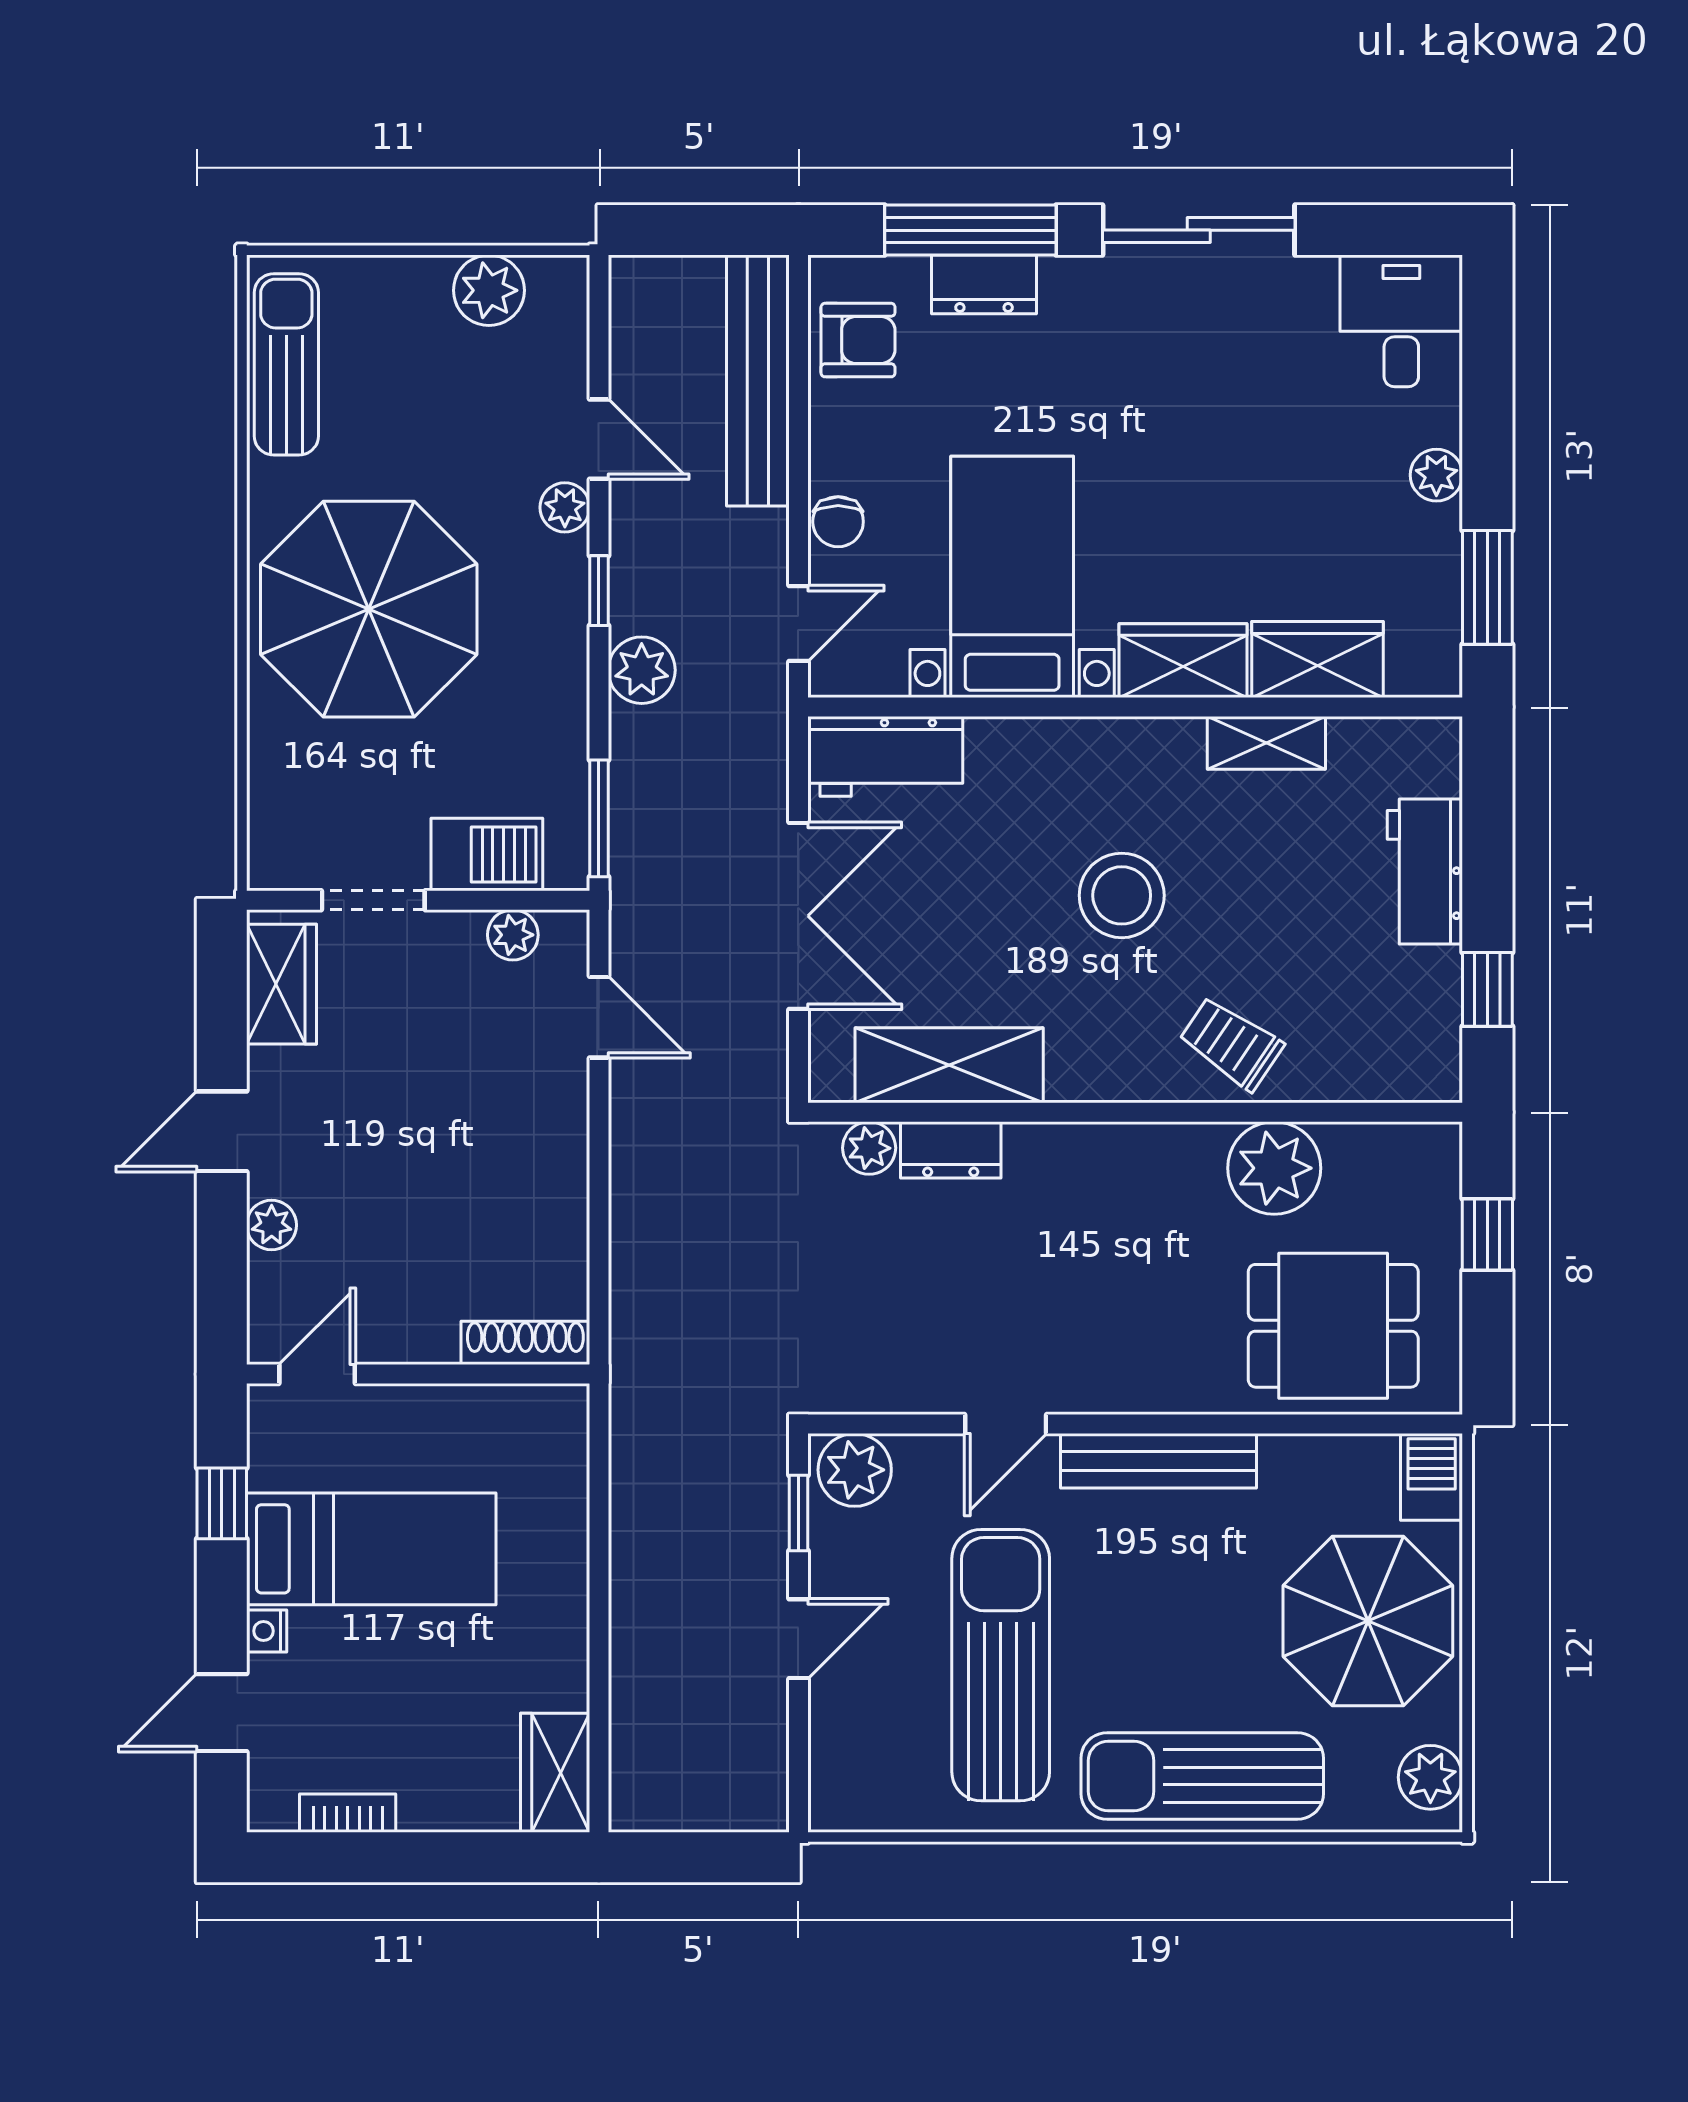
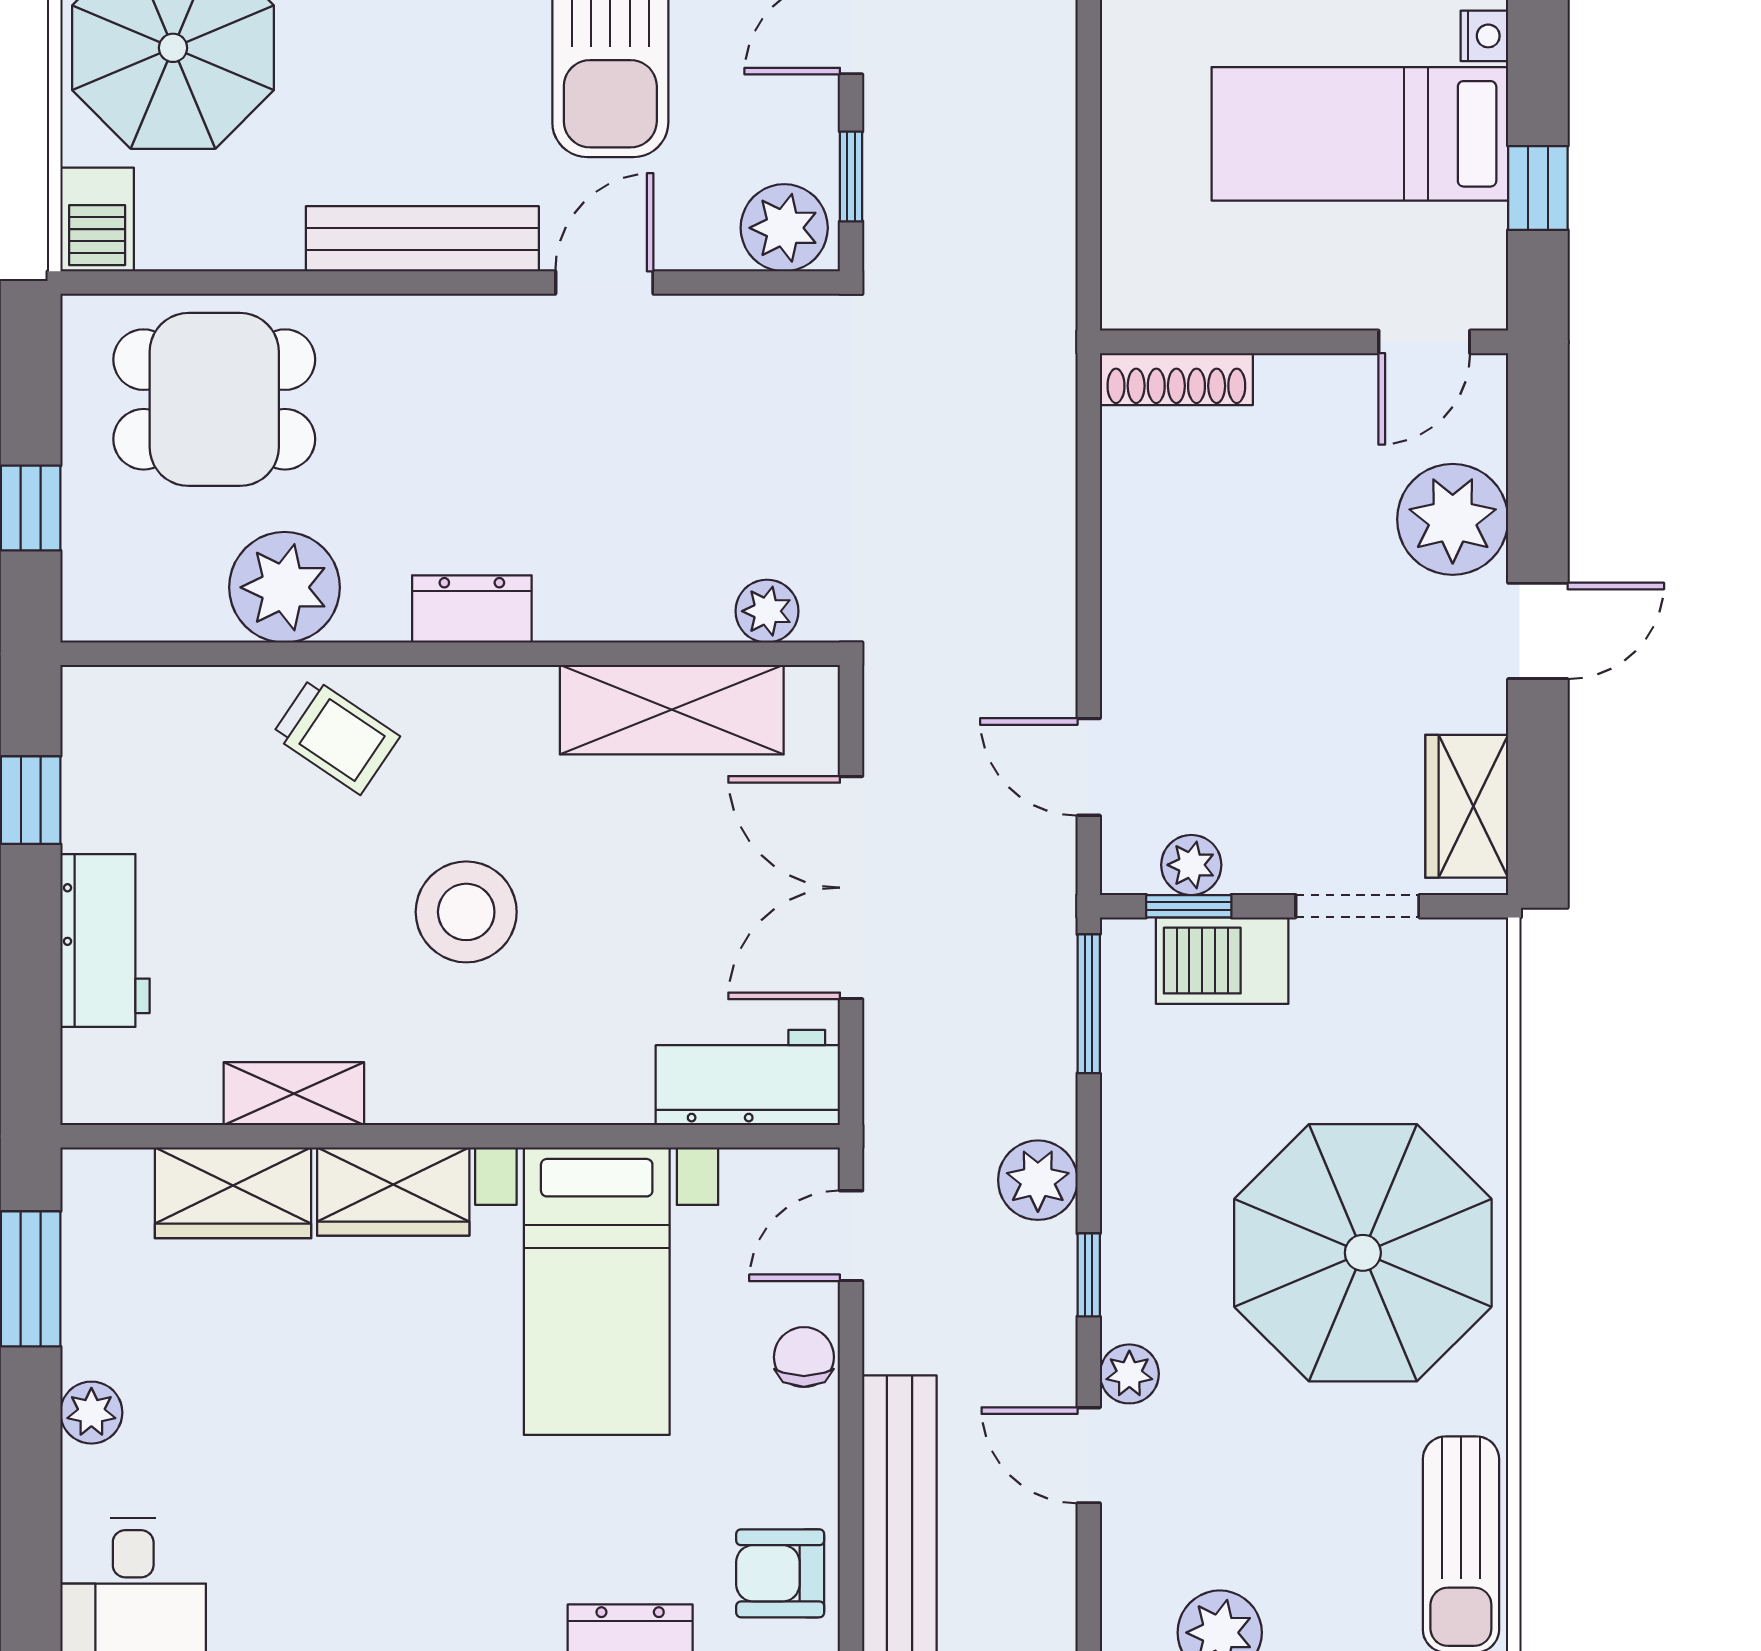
window: (515, 900) -> (1189, 906), added
dresser: (951, 1150) -> (472, 609), moved
plant: (272, 1225) -> (1453, 519), width x1.88, depth x1.88

